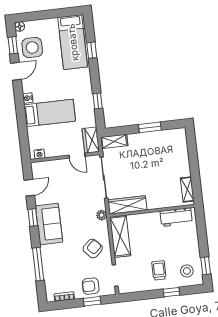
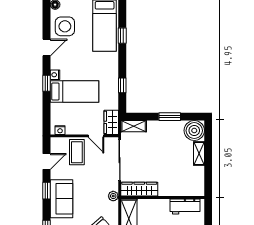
window: (13, 45) -> (46, 83), moved
boiler: (177, 139) -> (194, 131), added
coffee table: (59, 175) -> (77, 152), added
shelving: (187, 189) -> (199, 154), moved

